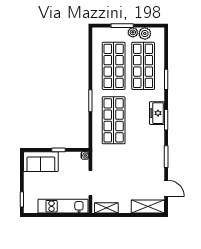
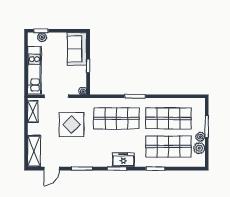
display table: (120, 167) -> (72, 125), added
plant: (29, 198) -> (42, 37), added

